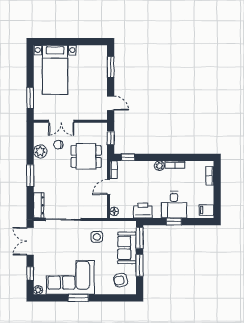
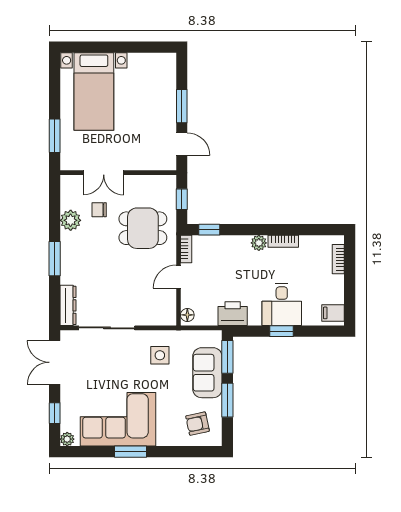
window: (111, 67) -> (182, 106), moved

